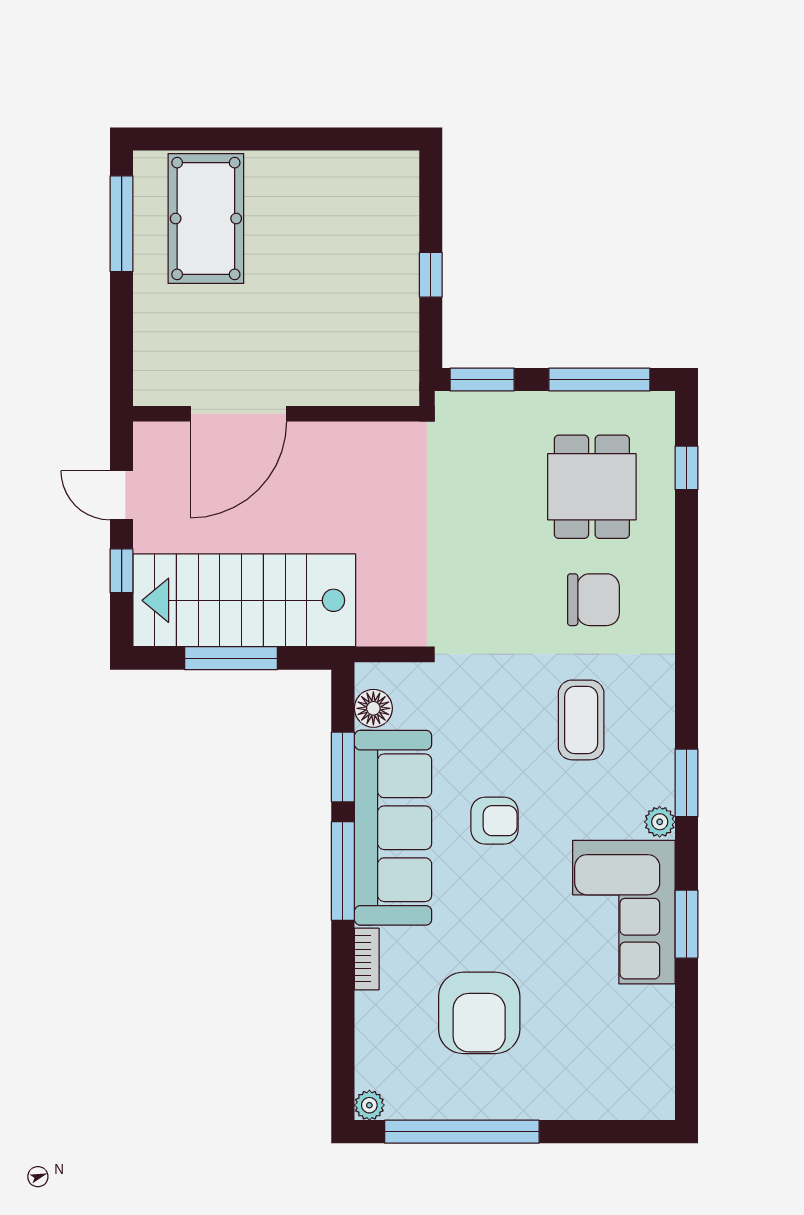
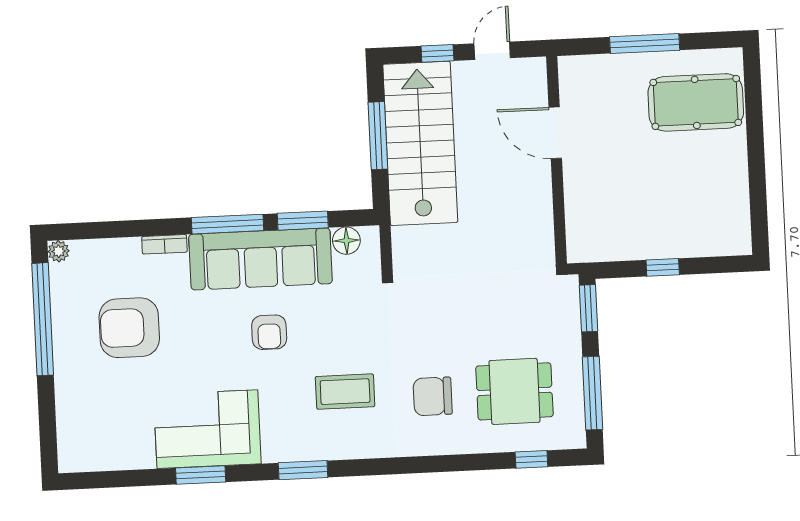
window: (122, 224) -> (645, 44), moved
door: (238, 414) -> (555, 133), width x0.73
chair: (593, 600) -> (433, 396), turned 90
plant: (660, 822) -> (274, 452), removed

